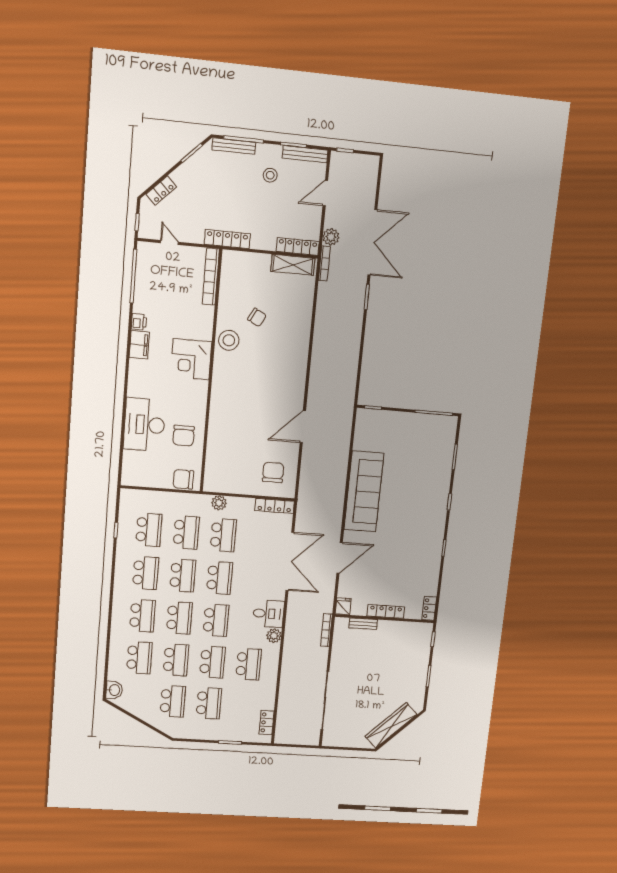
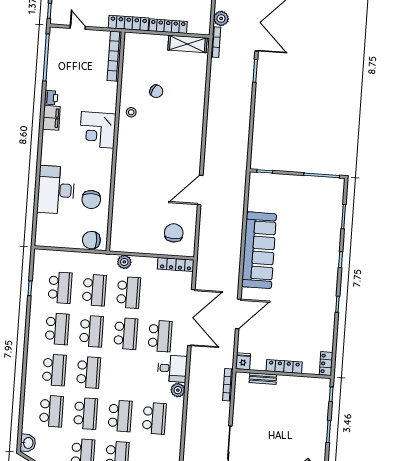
locker: (298, 247) -> (168, 26), moved
stool: (229, 340) -> (131, 112), width x0.53, depth x0.53
school desk: (216, 620) -> (160, 336), moved

